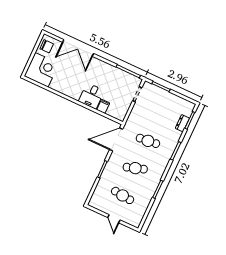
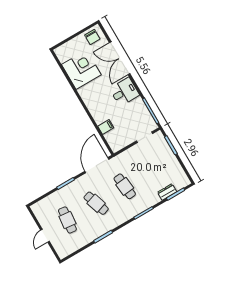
corner desk: (42, 70) -> (81, 70), moved, turned -90
desk: (91, 96) -> (124, 92), moved, turned 180
door: (116, 139) -> (97, 165), hinge flipped

